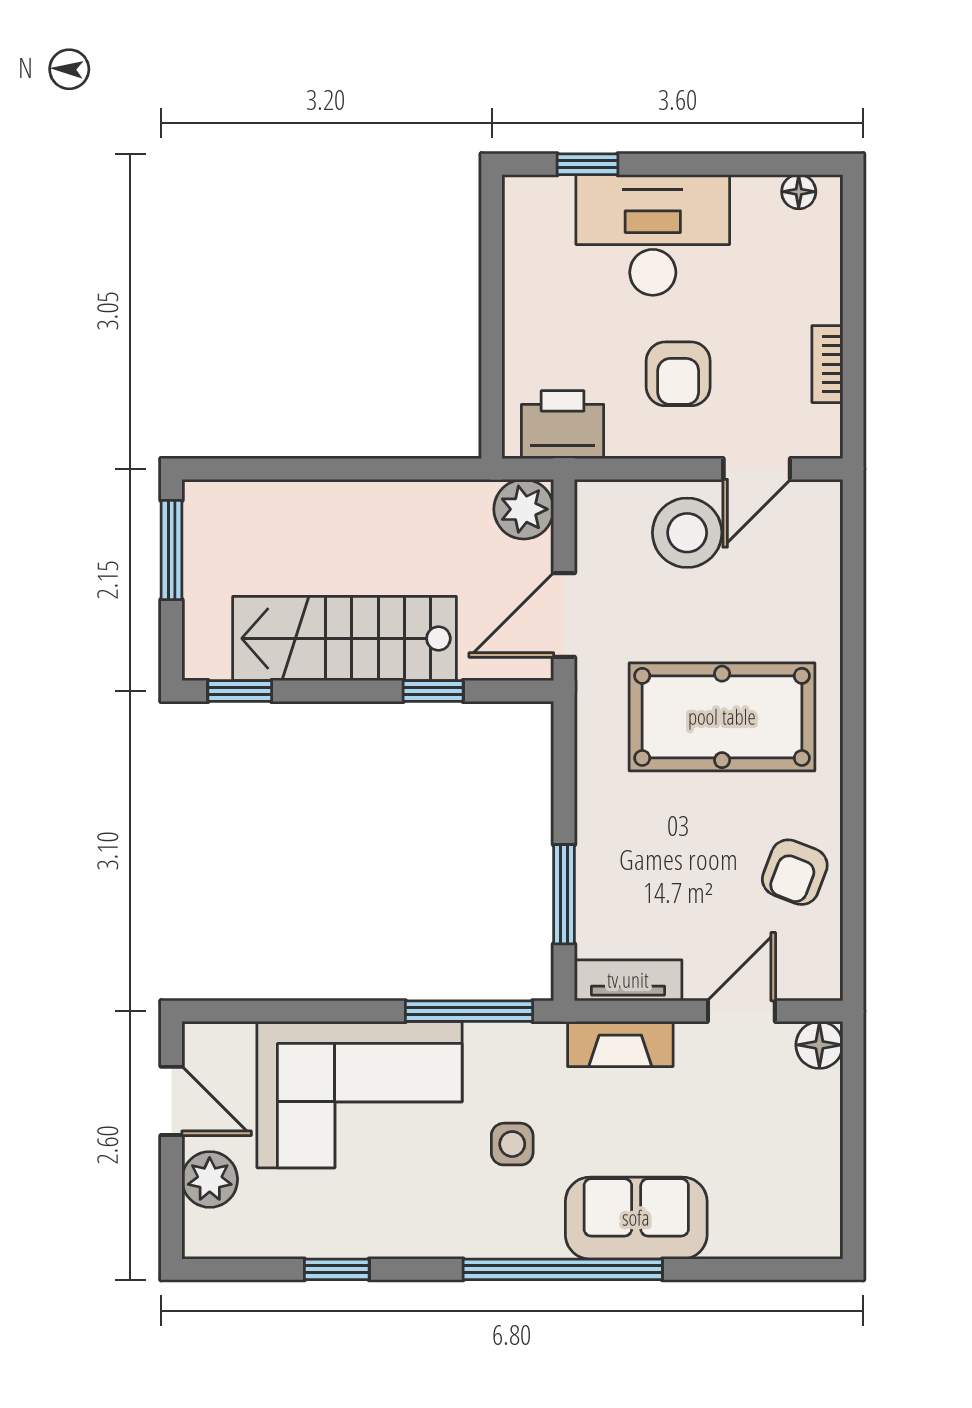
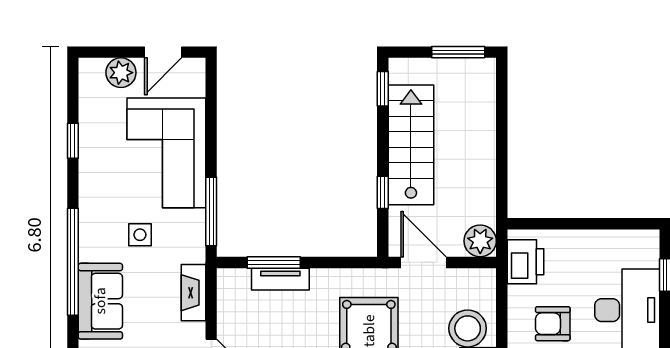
tv unit: (628, 980) -> (280, 279), moved, turned 90

